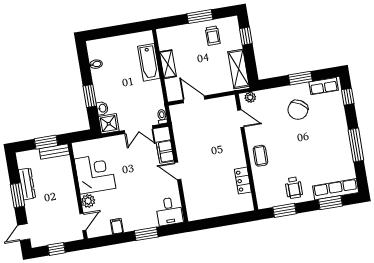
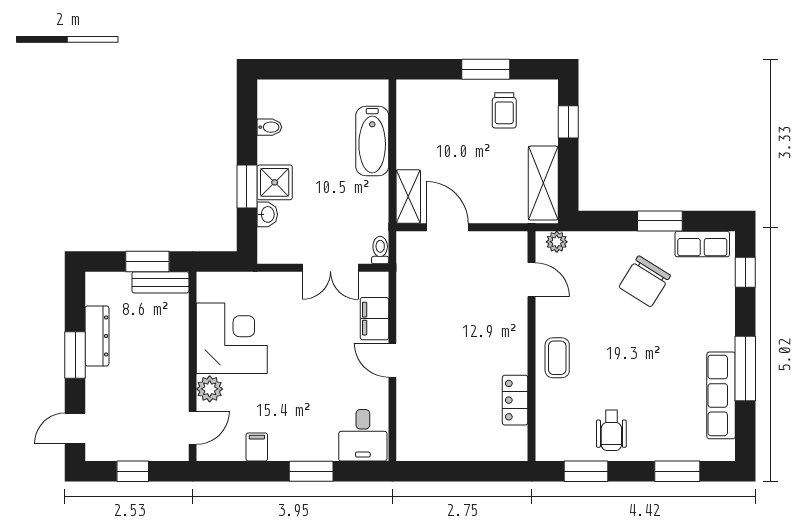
shelving: (168, 64) -> (408, 197), moved
shower: (109, 124) -> (275, 182), moved
row of seats: (336, 189) -> (721, 395), moved, turned -90

